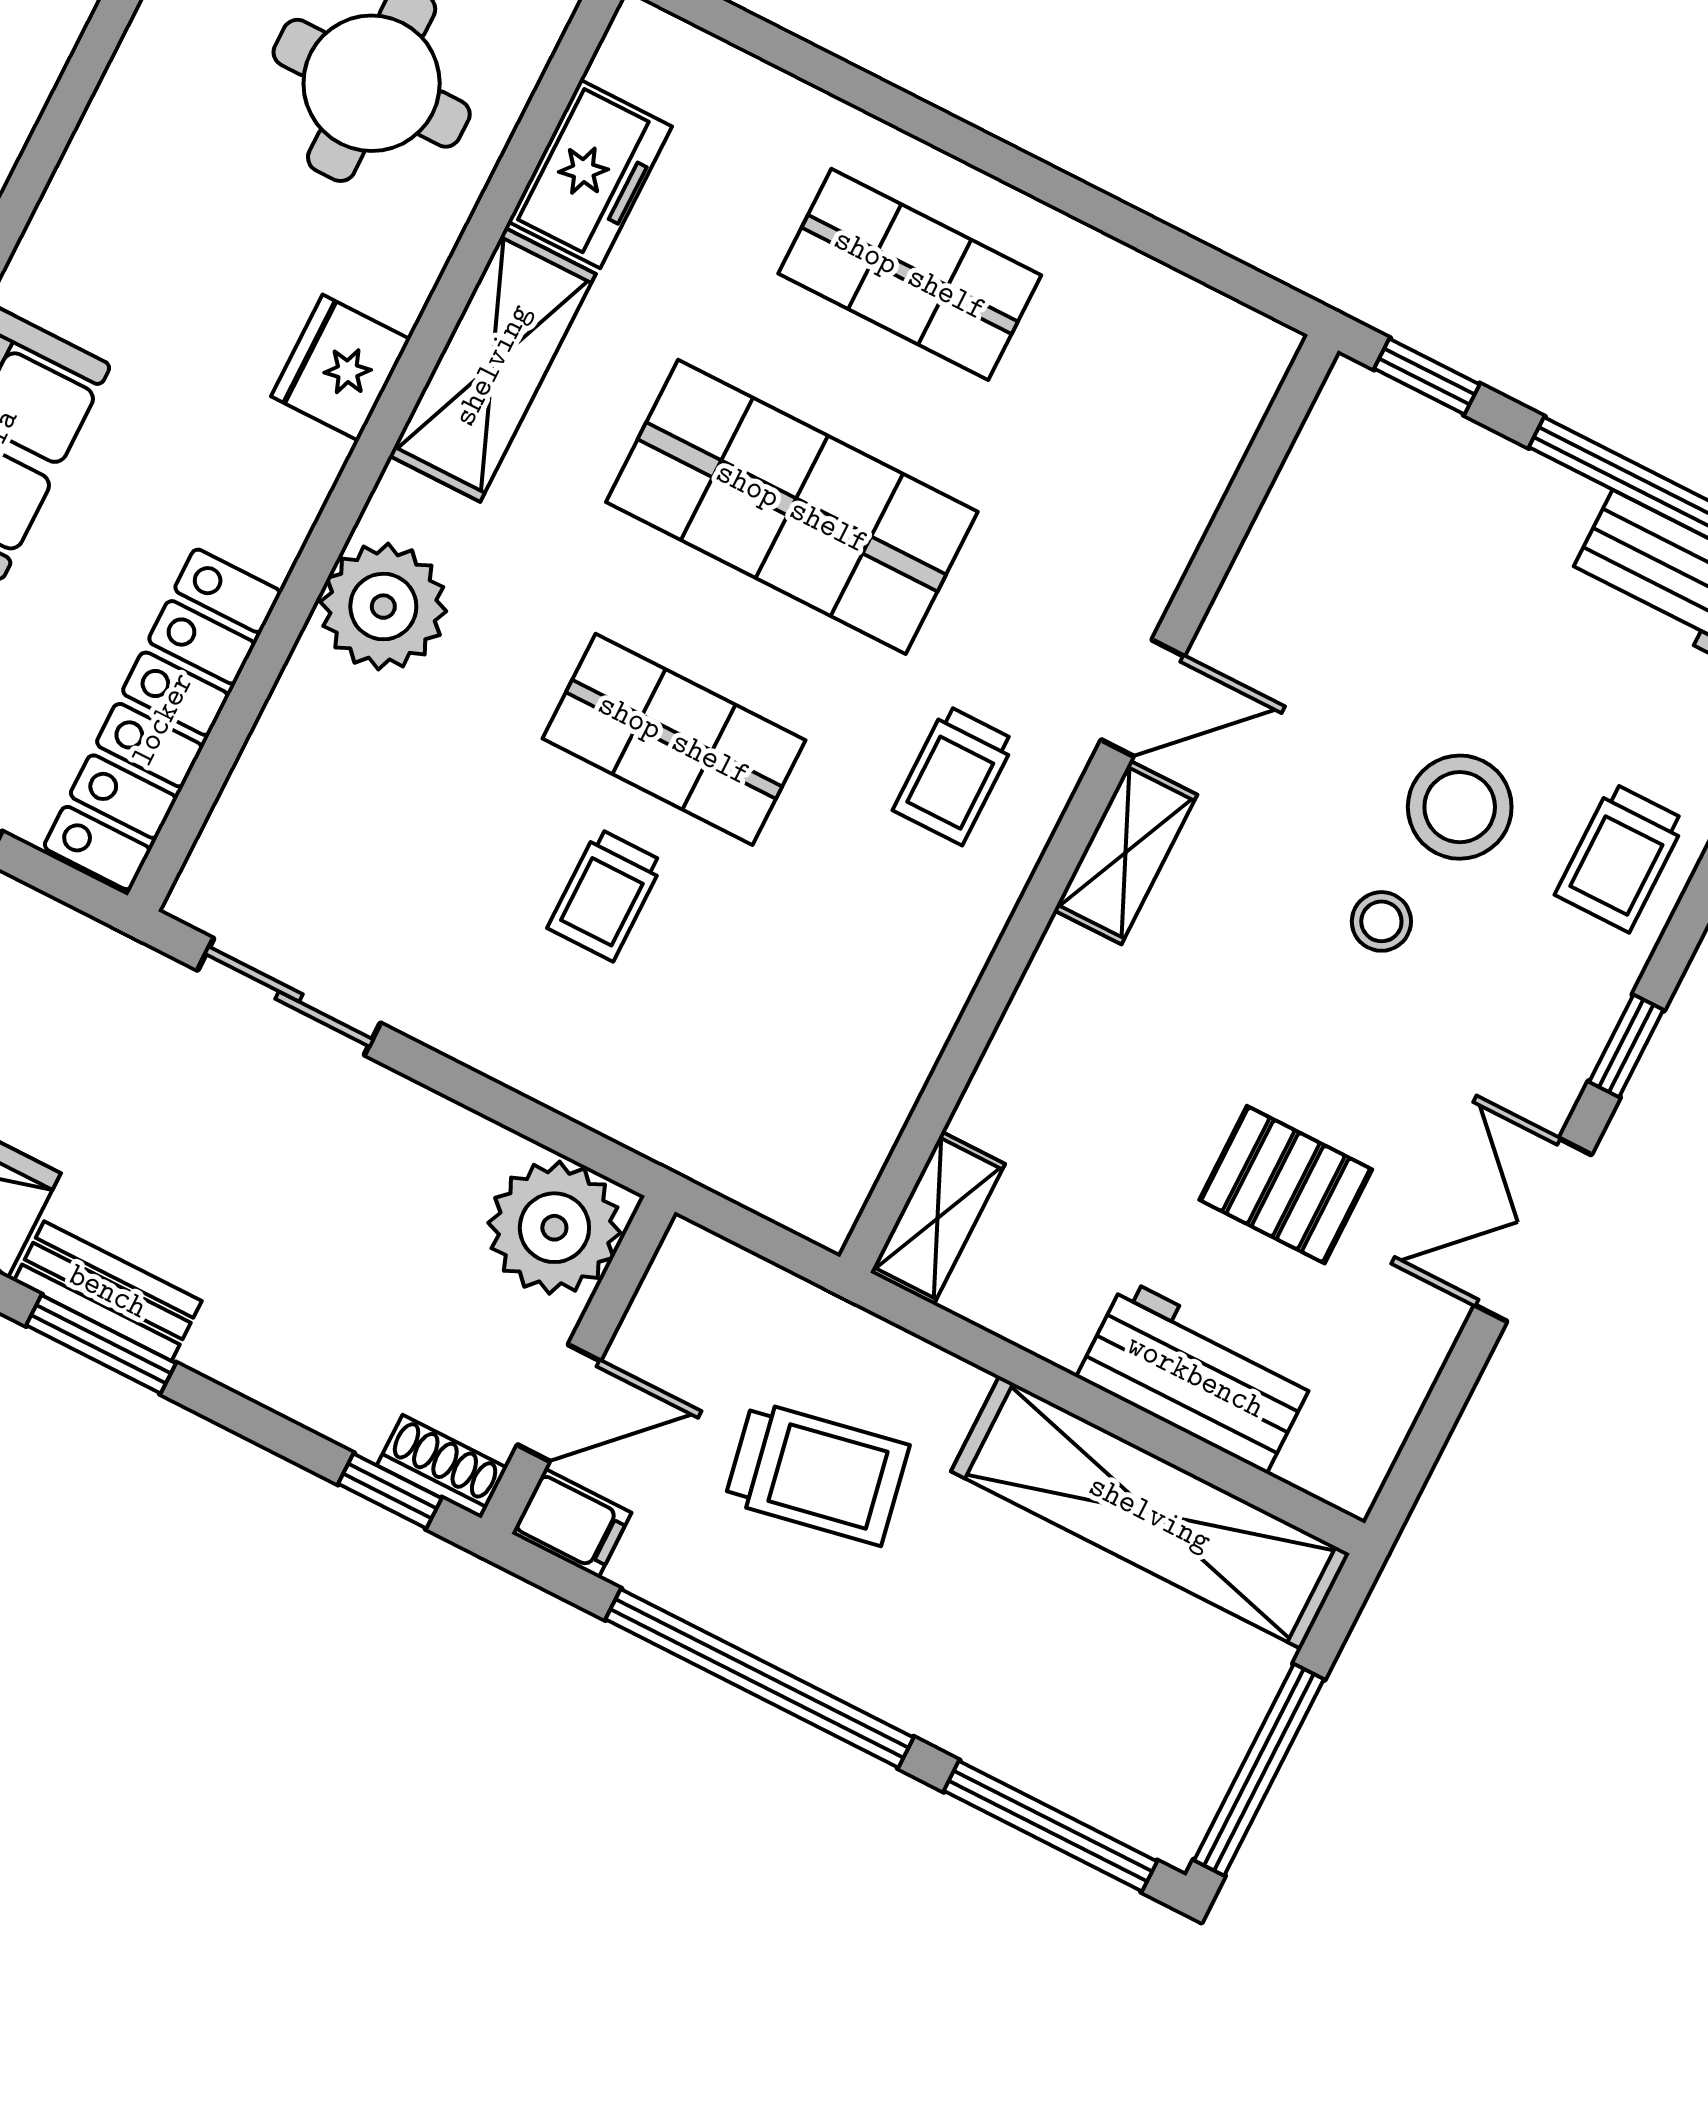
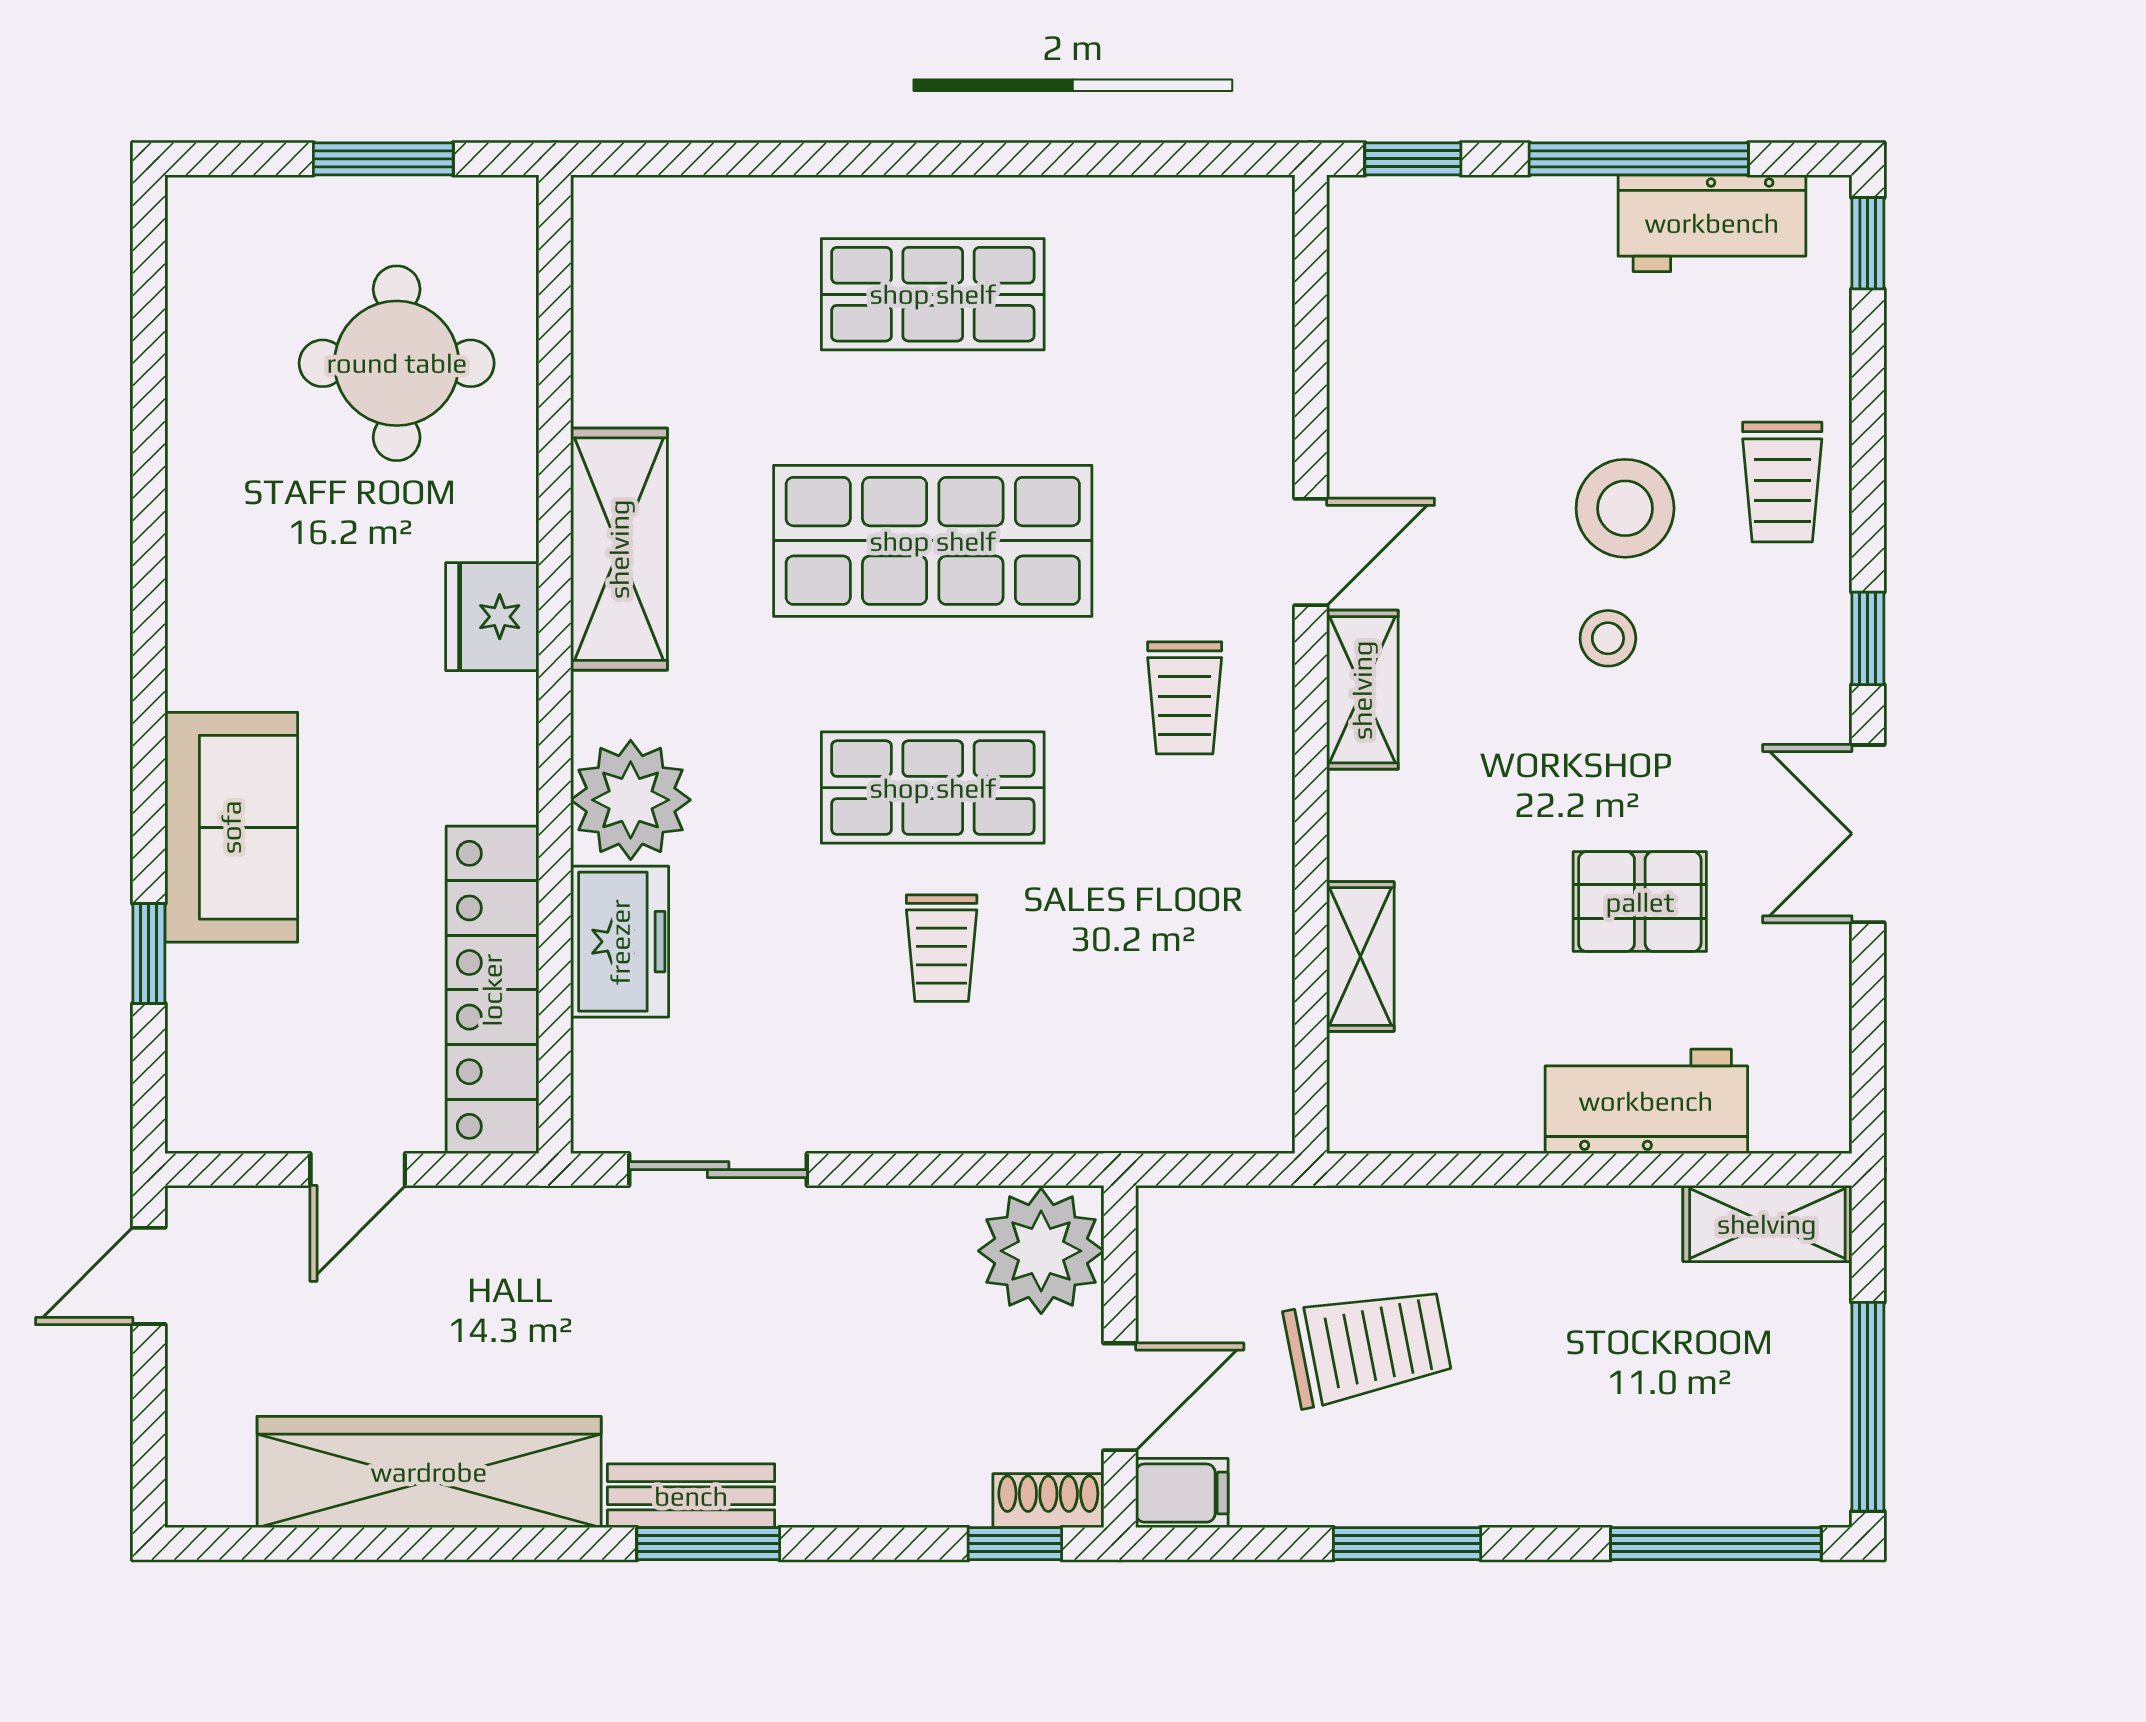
freezer: (590, 174) -> (620, 942), moved
shelving: (938, 1218) -> (1360, 956), moved
shelving: (1150, 1513) -> (1767, 1224), width x0.45, depth x0.75
window: (759, 1678) -> (1407, 1544), width x0.47

